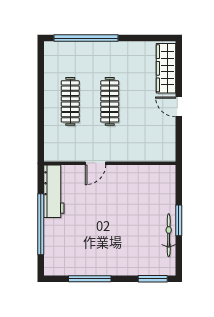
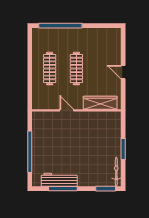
wardrobe: (166, 68) -> (100, 103), moved, turned 90
door: (95, 163) -> (67, 110), swing flipped
workbench: (54, 191) -> (59, 180), moved, turned -90
bicycle: (169, 235) -> (116, 172), moved

